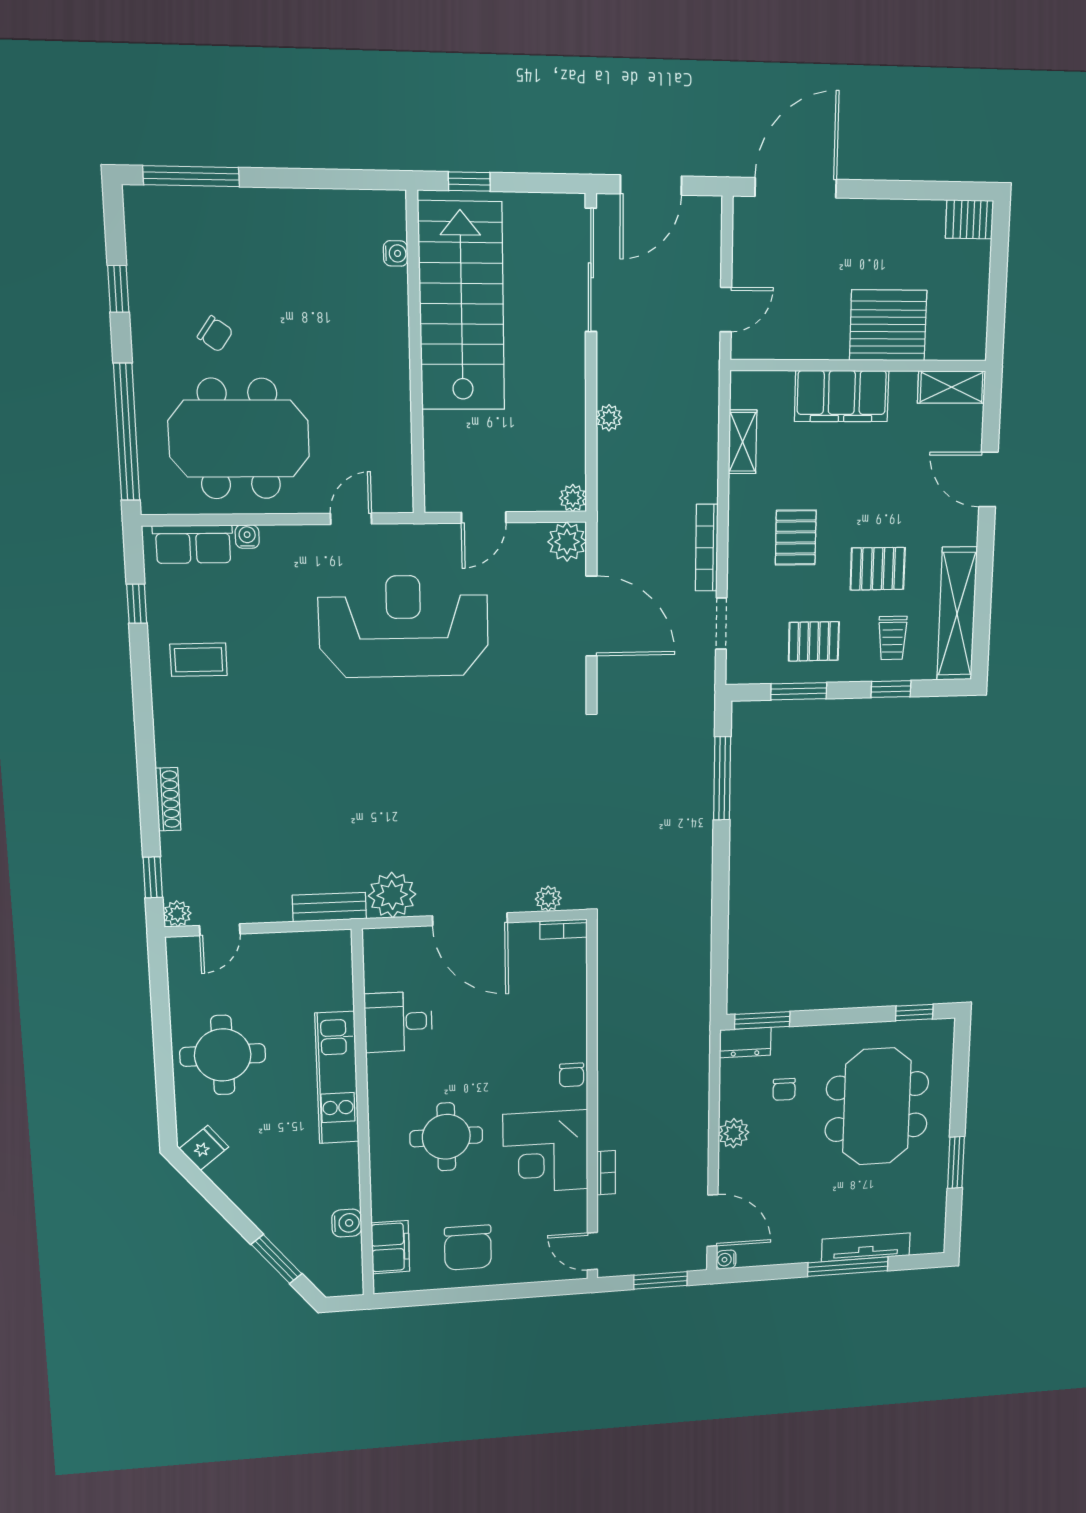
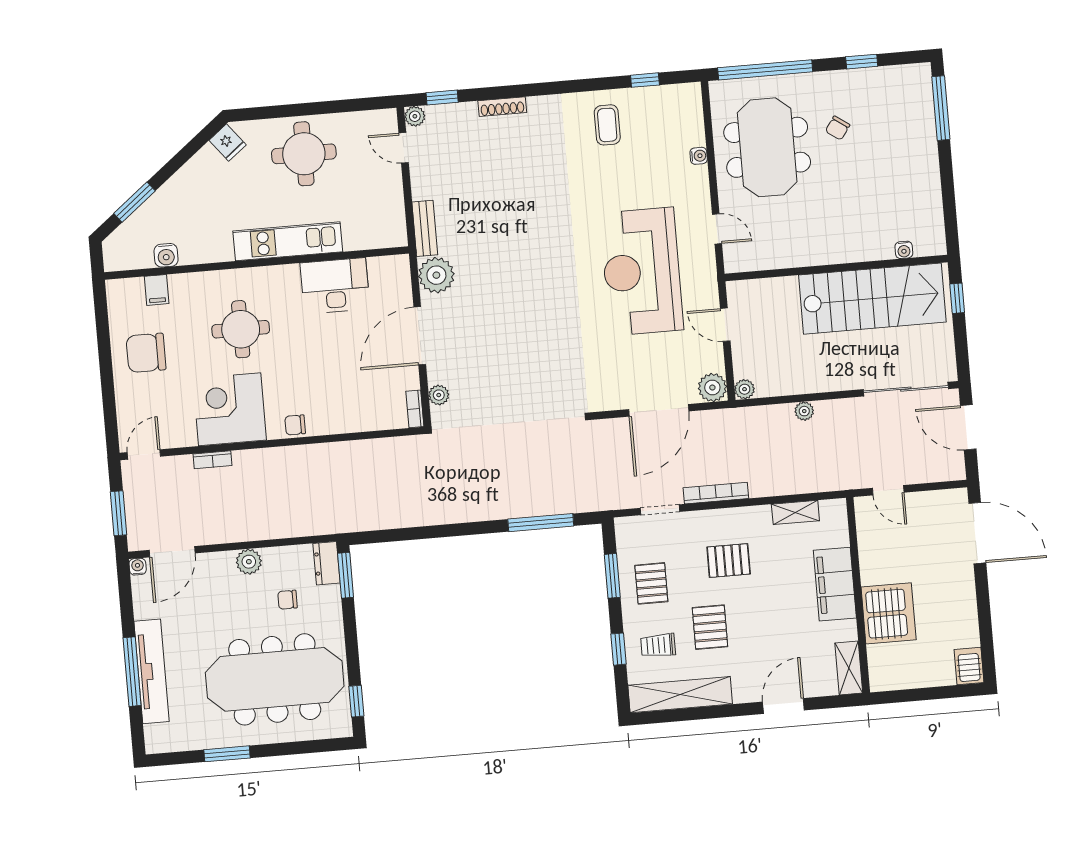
row of seats: (193, 544) -> (690, 118), removed
reception desk: (404, 626) -> (642, 272), turned 180
desk: (398, 1022) -> (335, 286), width x1.37
meeting table: (877, 1107) -> (275, 679), width x1.36
filing cabinet: (390, 1247) -> (157, 290), width x0.50
tv unit: (866, 1247) -> (152, 671), width x1.36, depth x1.29

